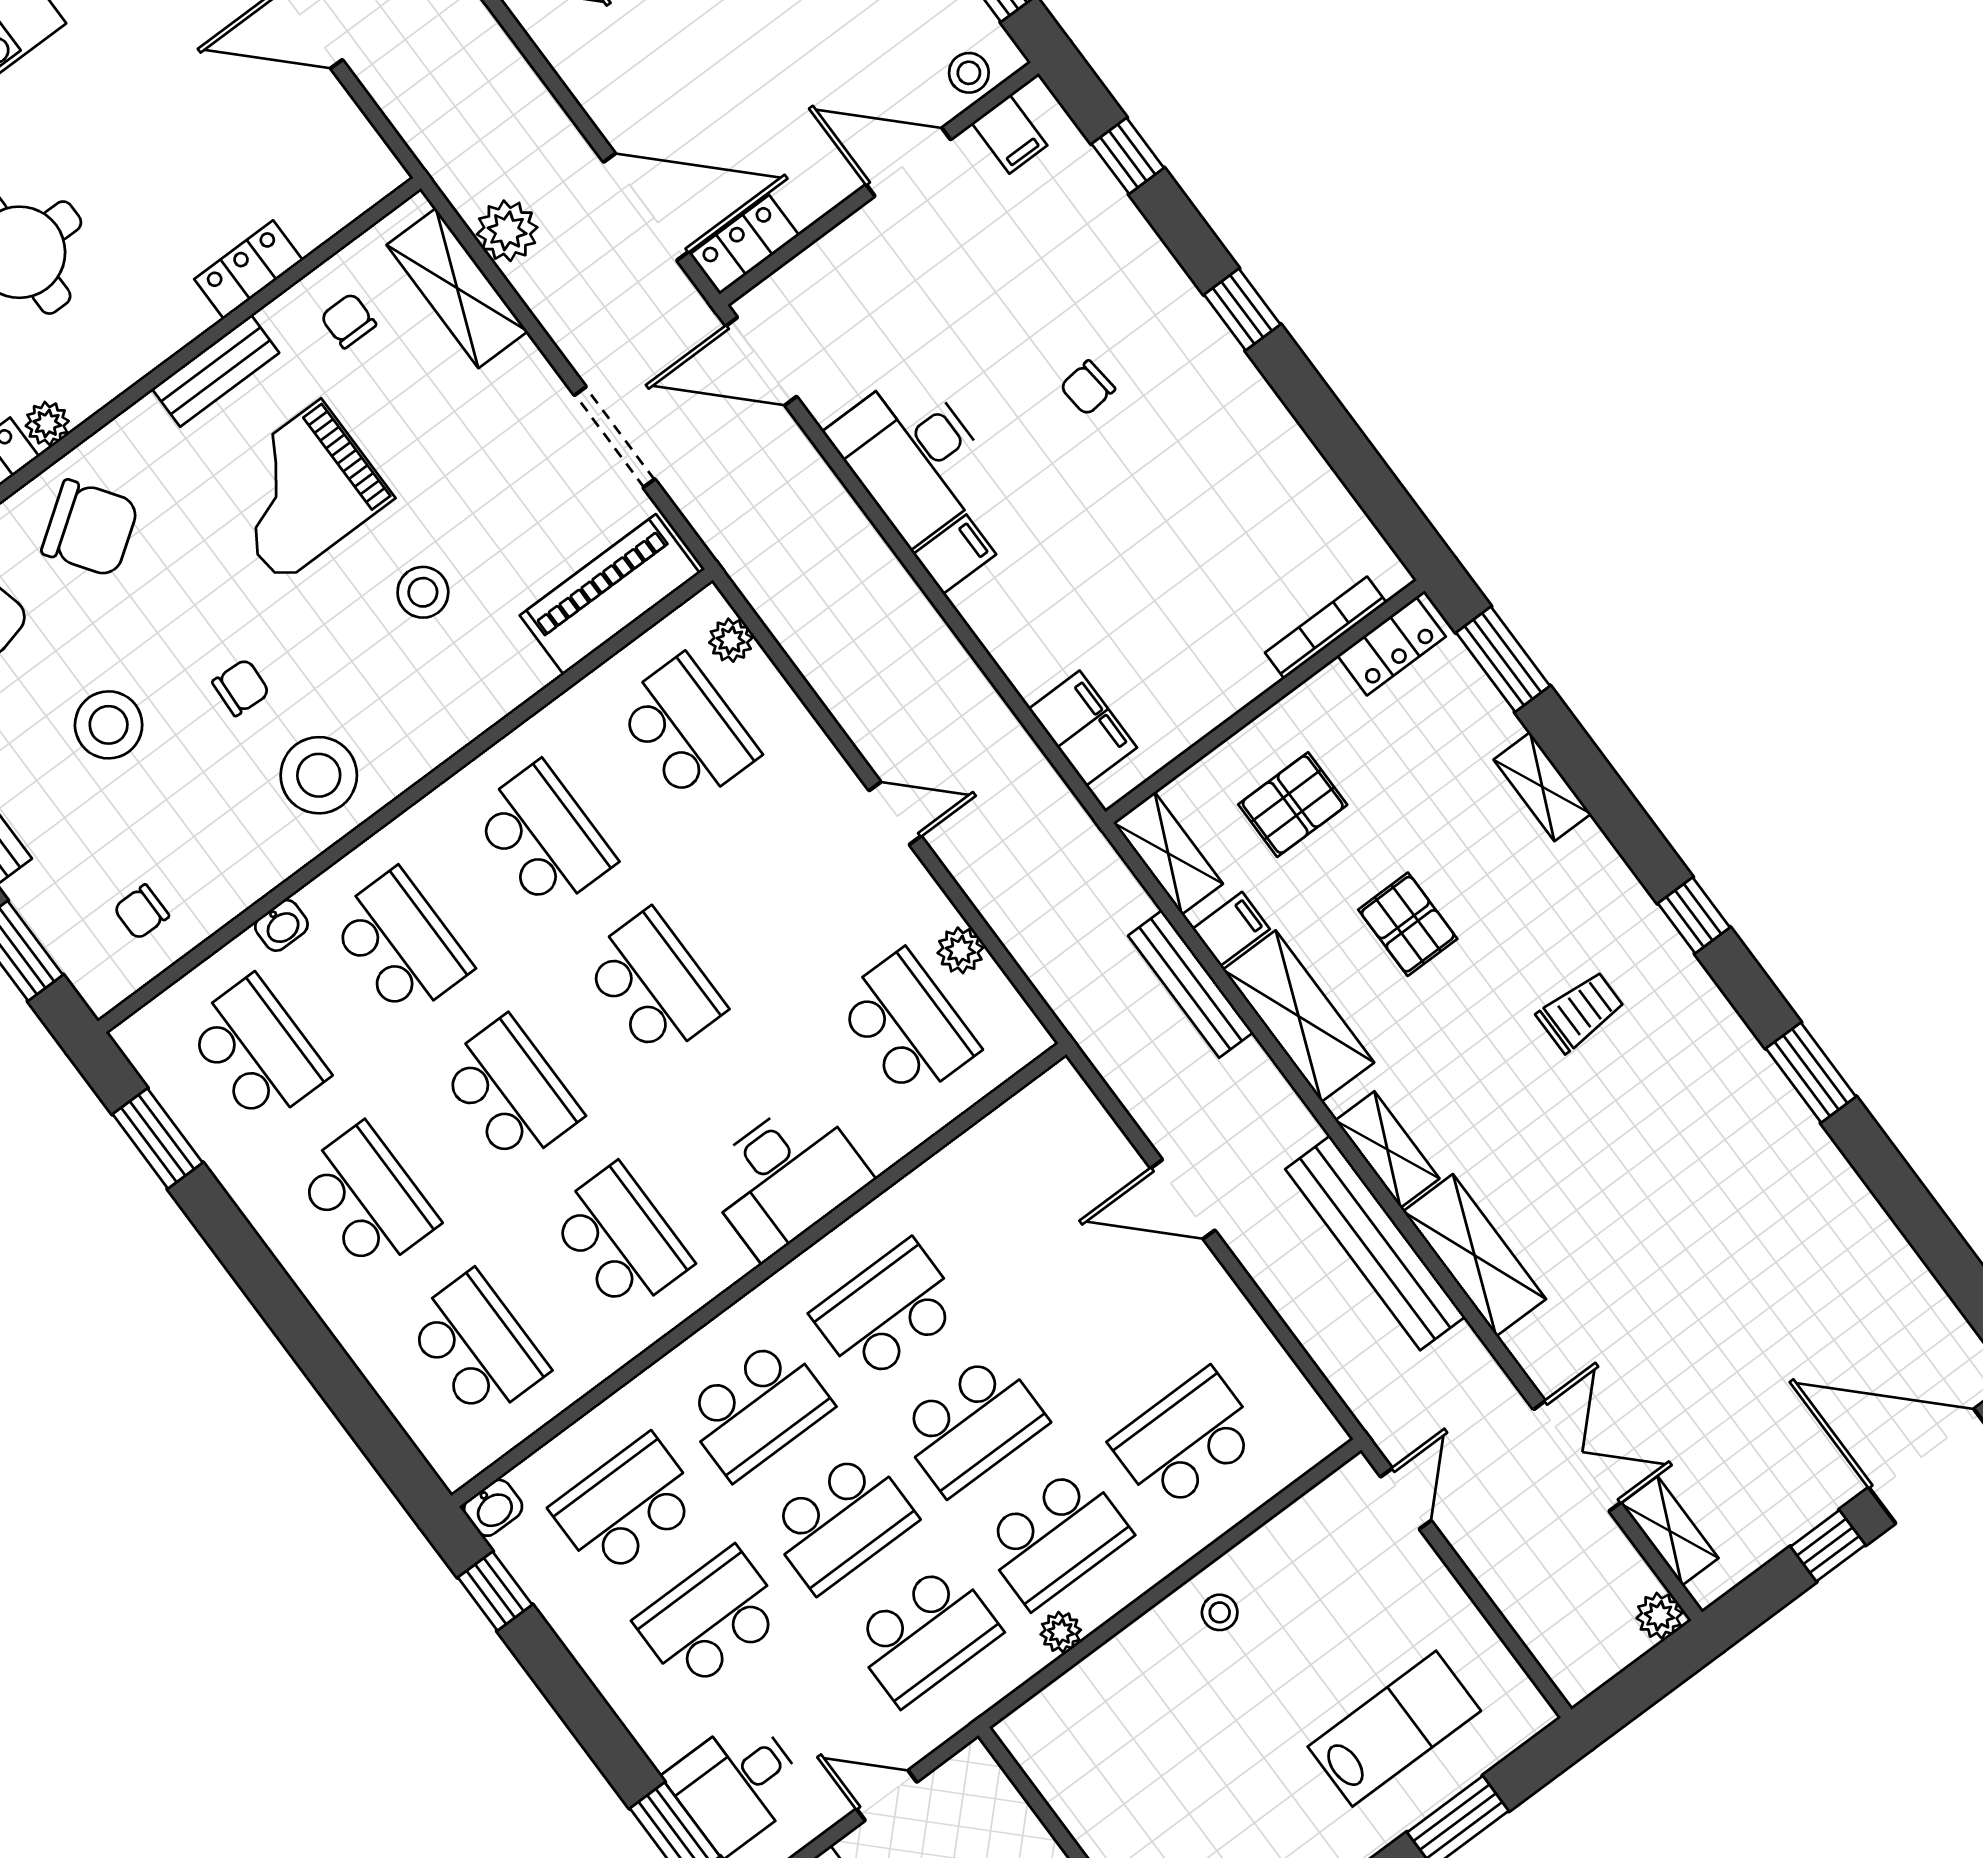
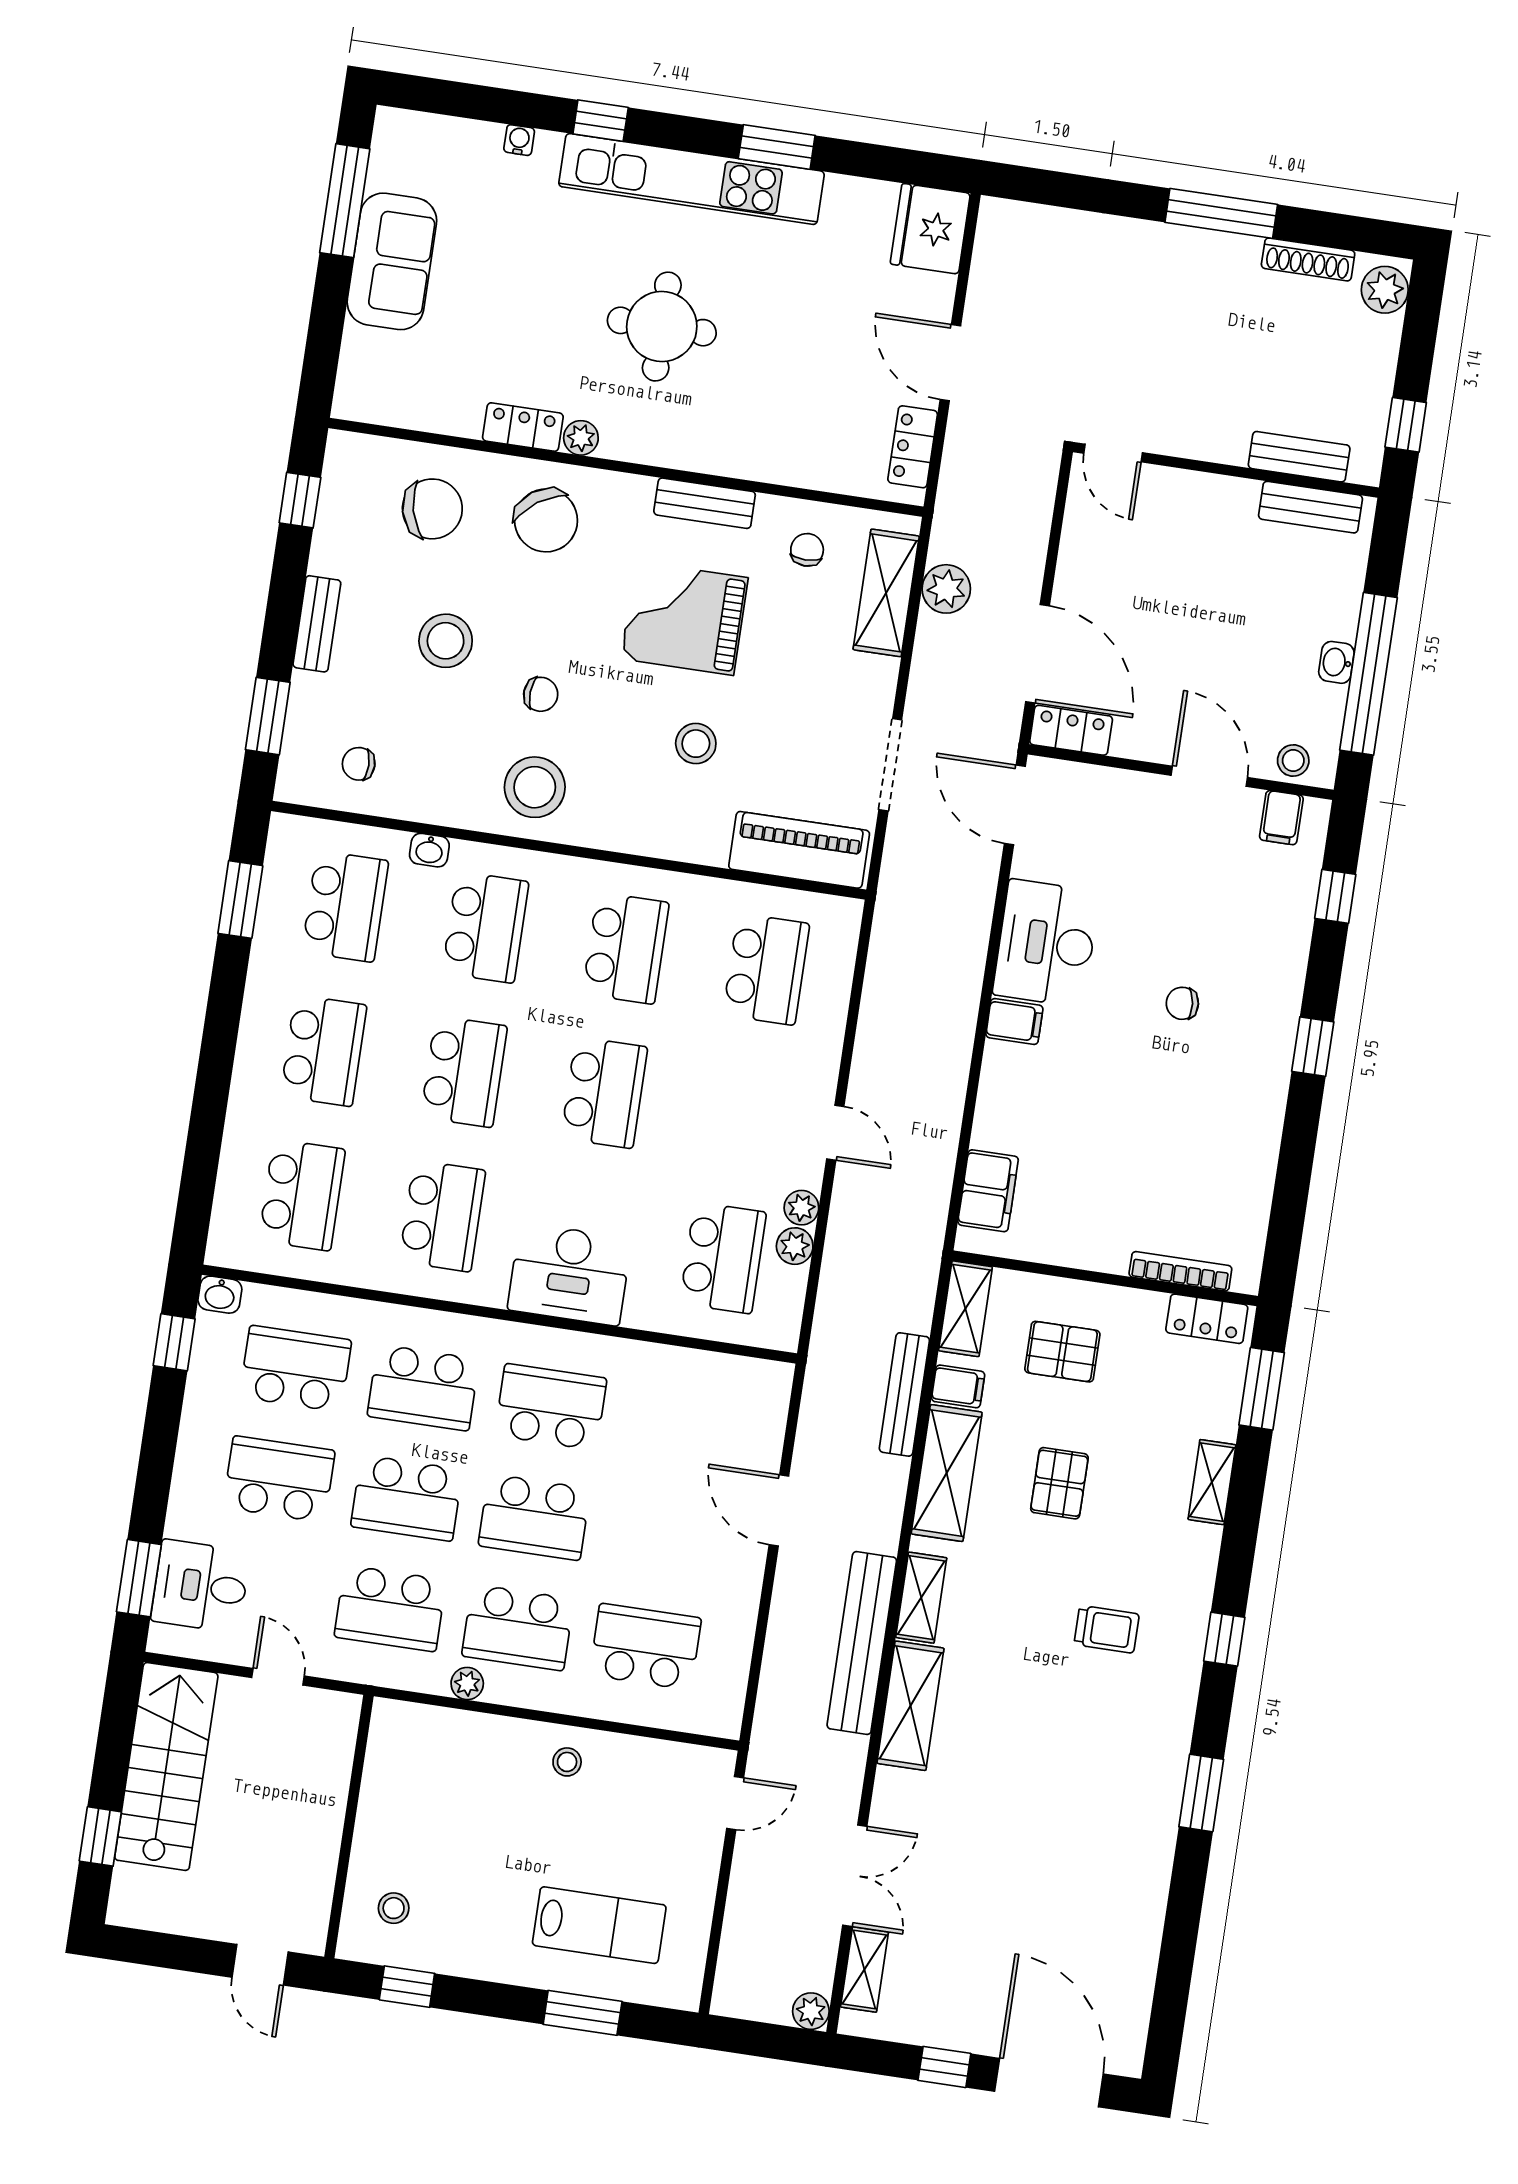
locker: (248, 270) -> (913, 447), moved, turned -90
plant: (731, 640) -> (801, 1208), moved

